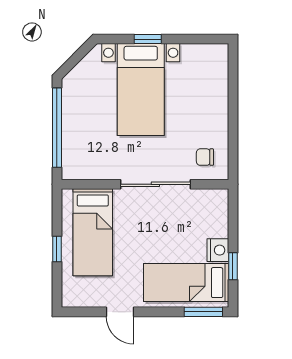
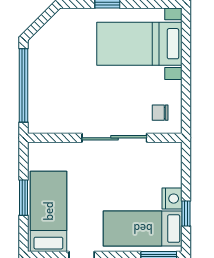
bed with nightstands: (141, 90) -> (139, 44), moved, turned 90
bed: (93, 232) -> (48, 211), moved, turned 180
window: (57, 249) -> (23, 198), width x1.50

